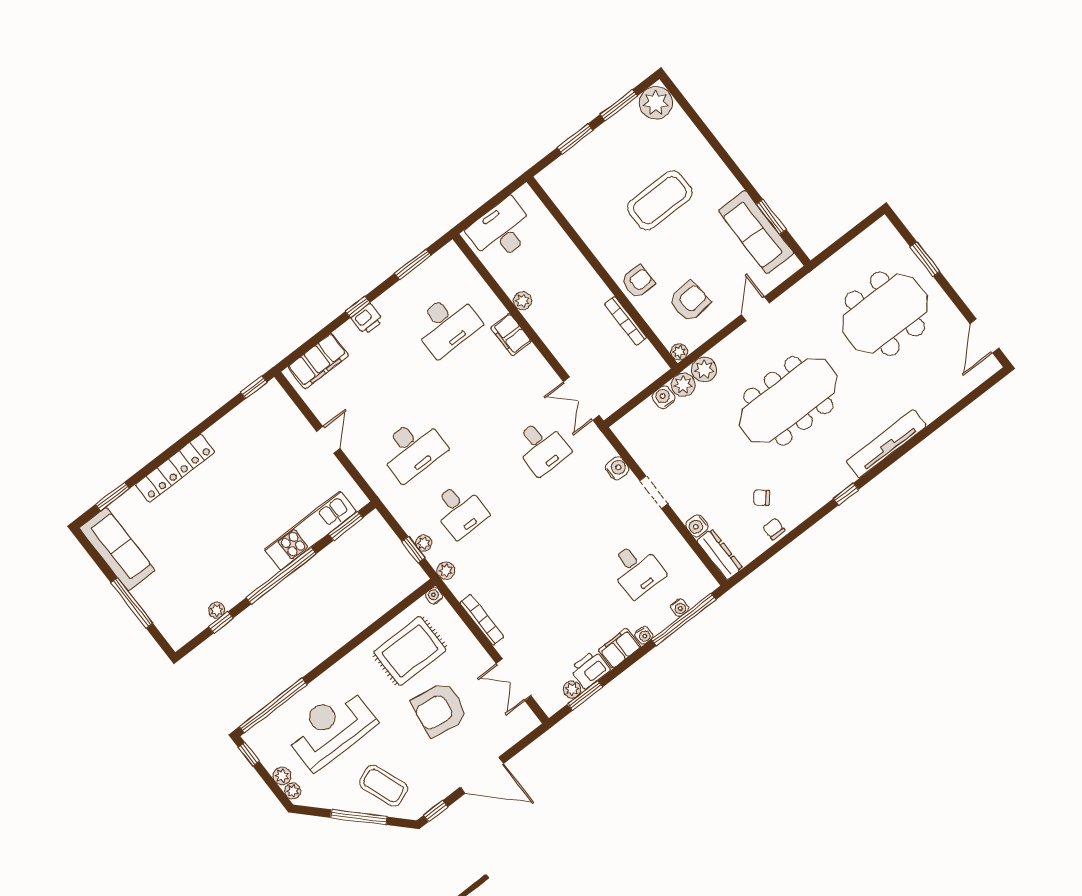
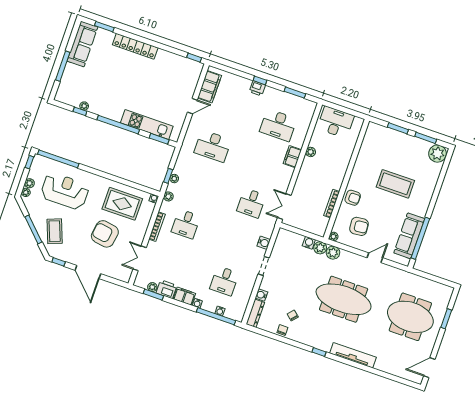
window: (771, 217) -> (420, 238), width x2.11
filing cabinet: (318, 361) -> (210, 87), moved, turned -90
desk: (460, 510) -> (186, 224), moved

